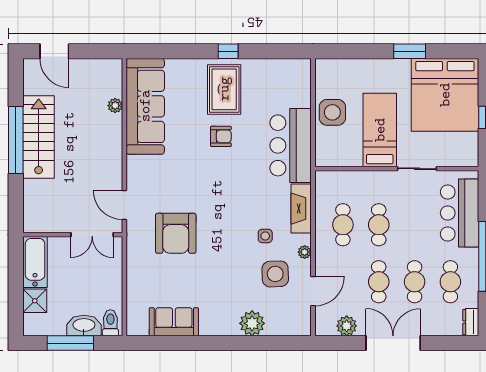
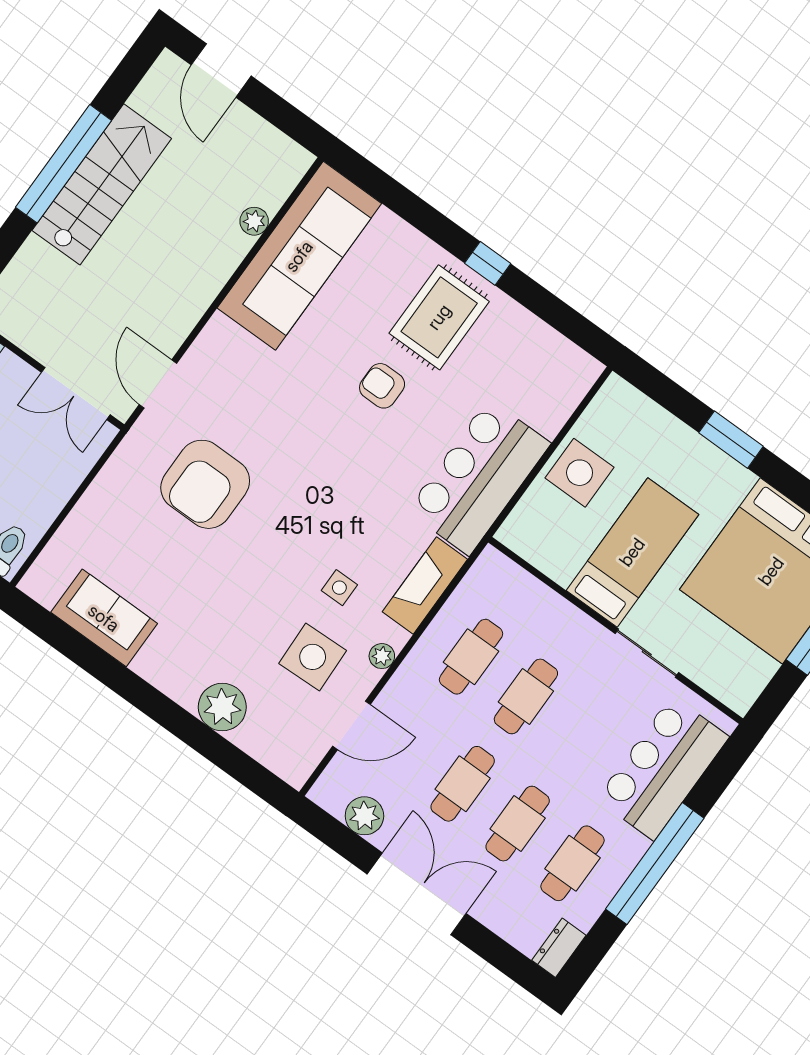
window: (410, 51) -> (731, 440), moved
armchair: (221, 136) -> (382, 386), turned 180

